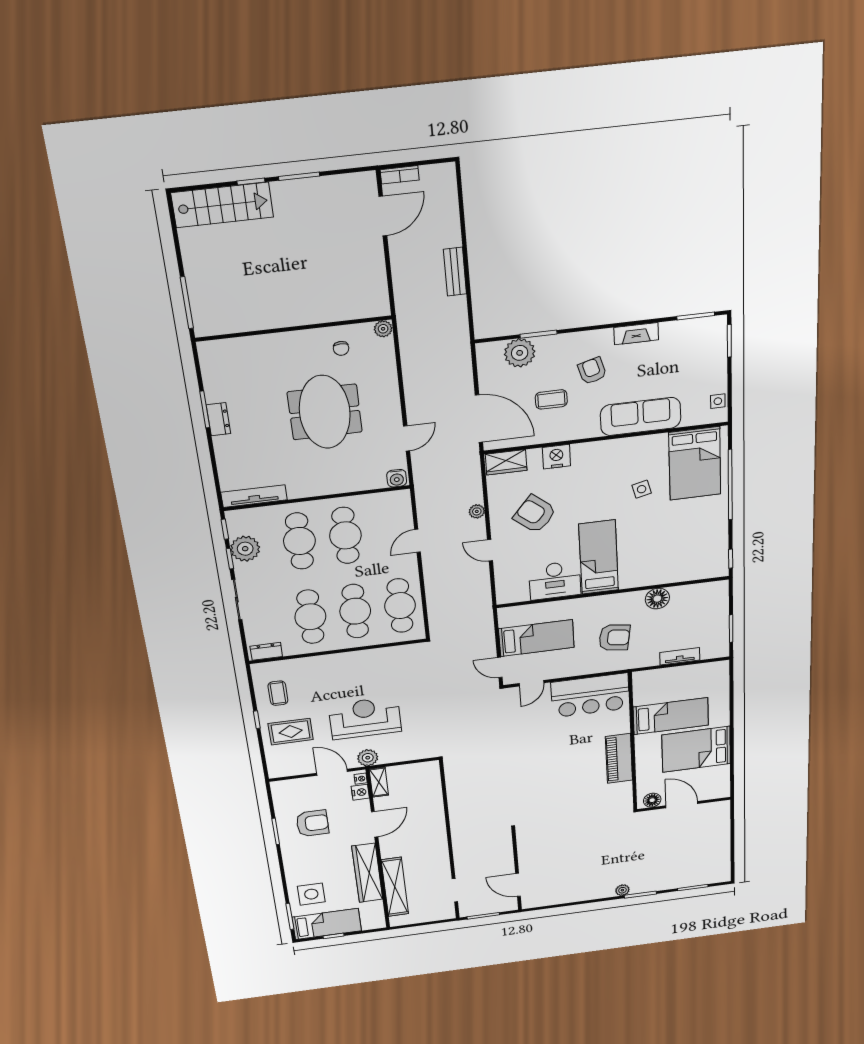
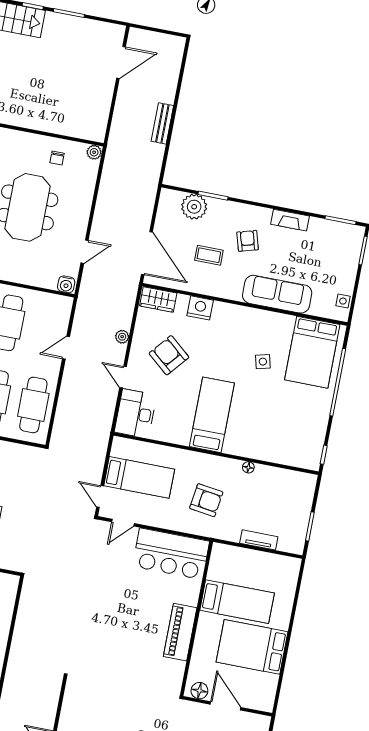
bookcase: (400, 175) -> (143, 35), removed
desk: (555, 580) -> (136, 414), moved, turned 90
floor lamp: (657, 599) -> (248, 467), width x0.53, depth x0.53

